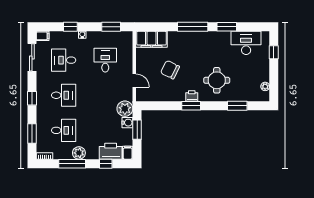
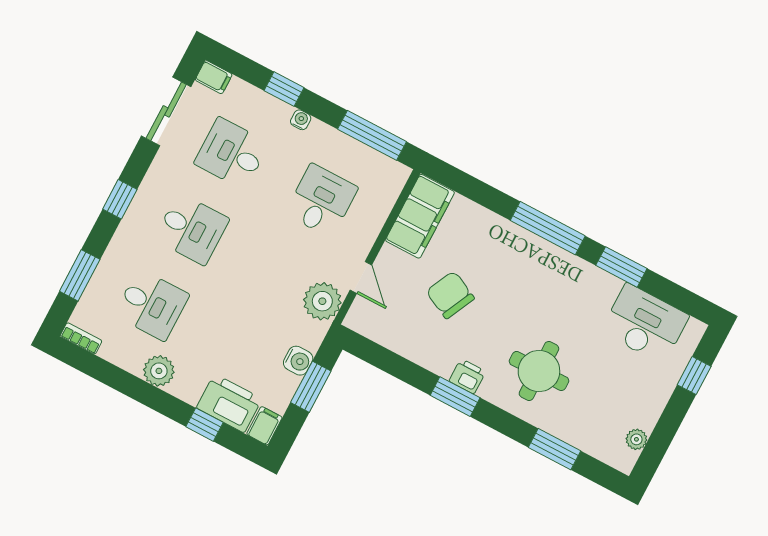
window: (111, 27) -> (372, 135), width x1.44
filing cabinet: (151, 39) -> (420, 216), moved, turned -90
plant: (125, 109) -> (322, 301), moved
window: (72, 164) -> (132, 386), removed

